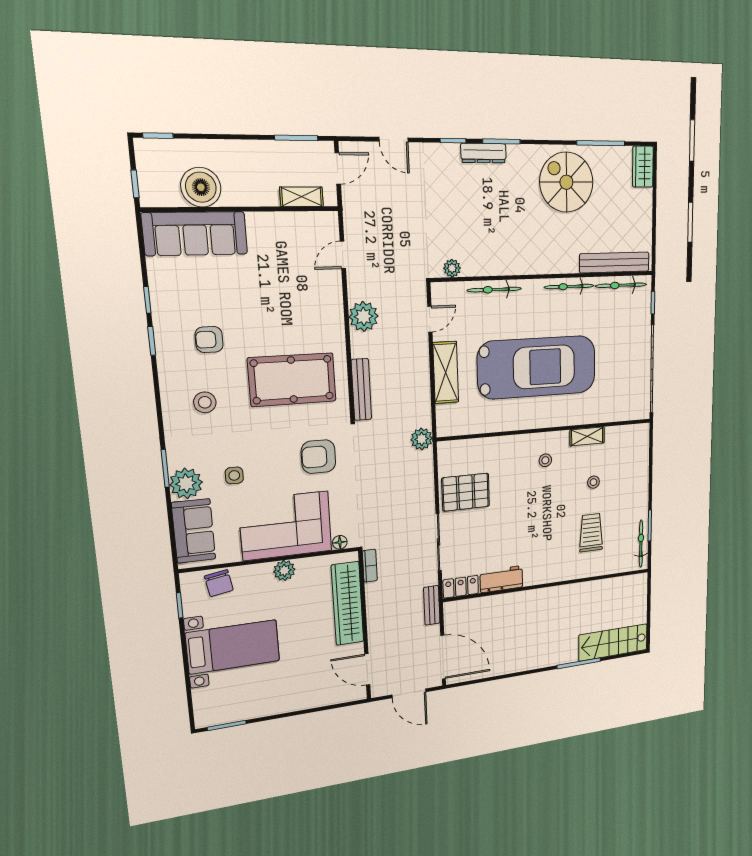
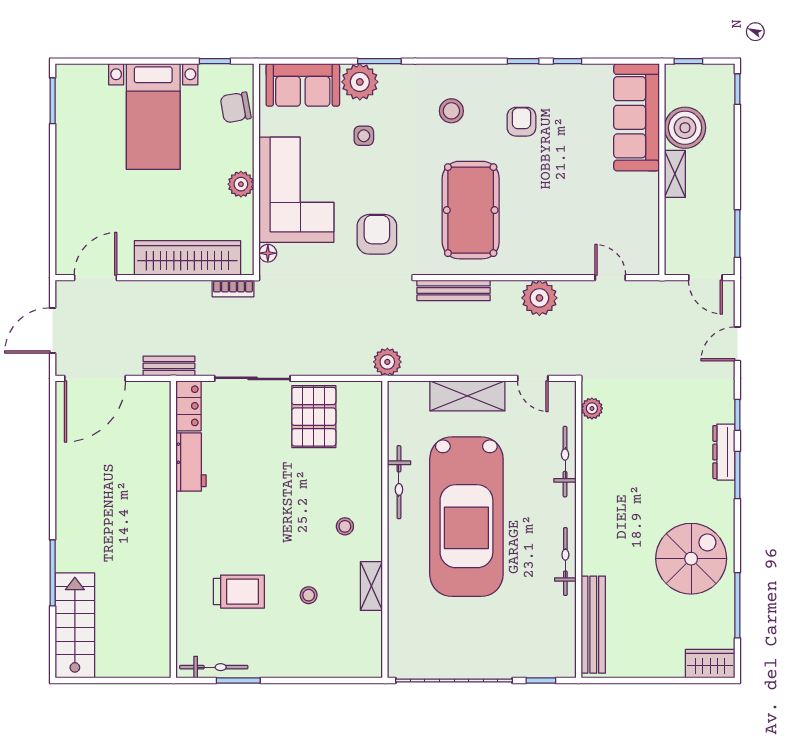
shelving: (302, 197) -> (675, 174), moved
bicycle: (621, 285) -> (399, 482), moved, turned 180

